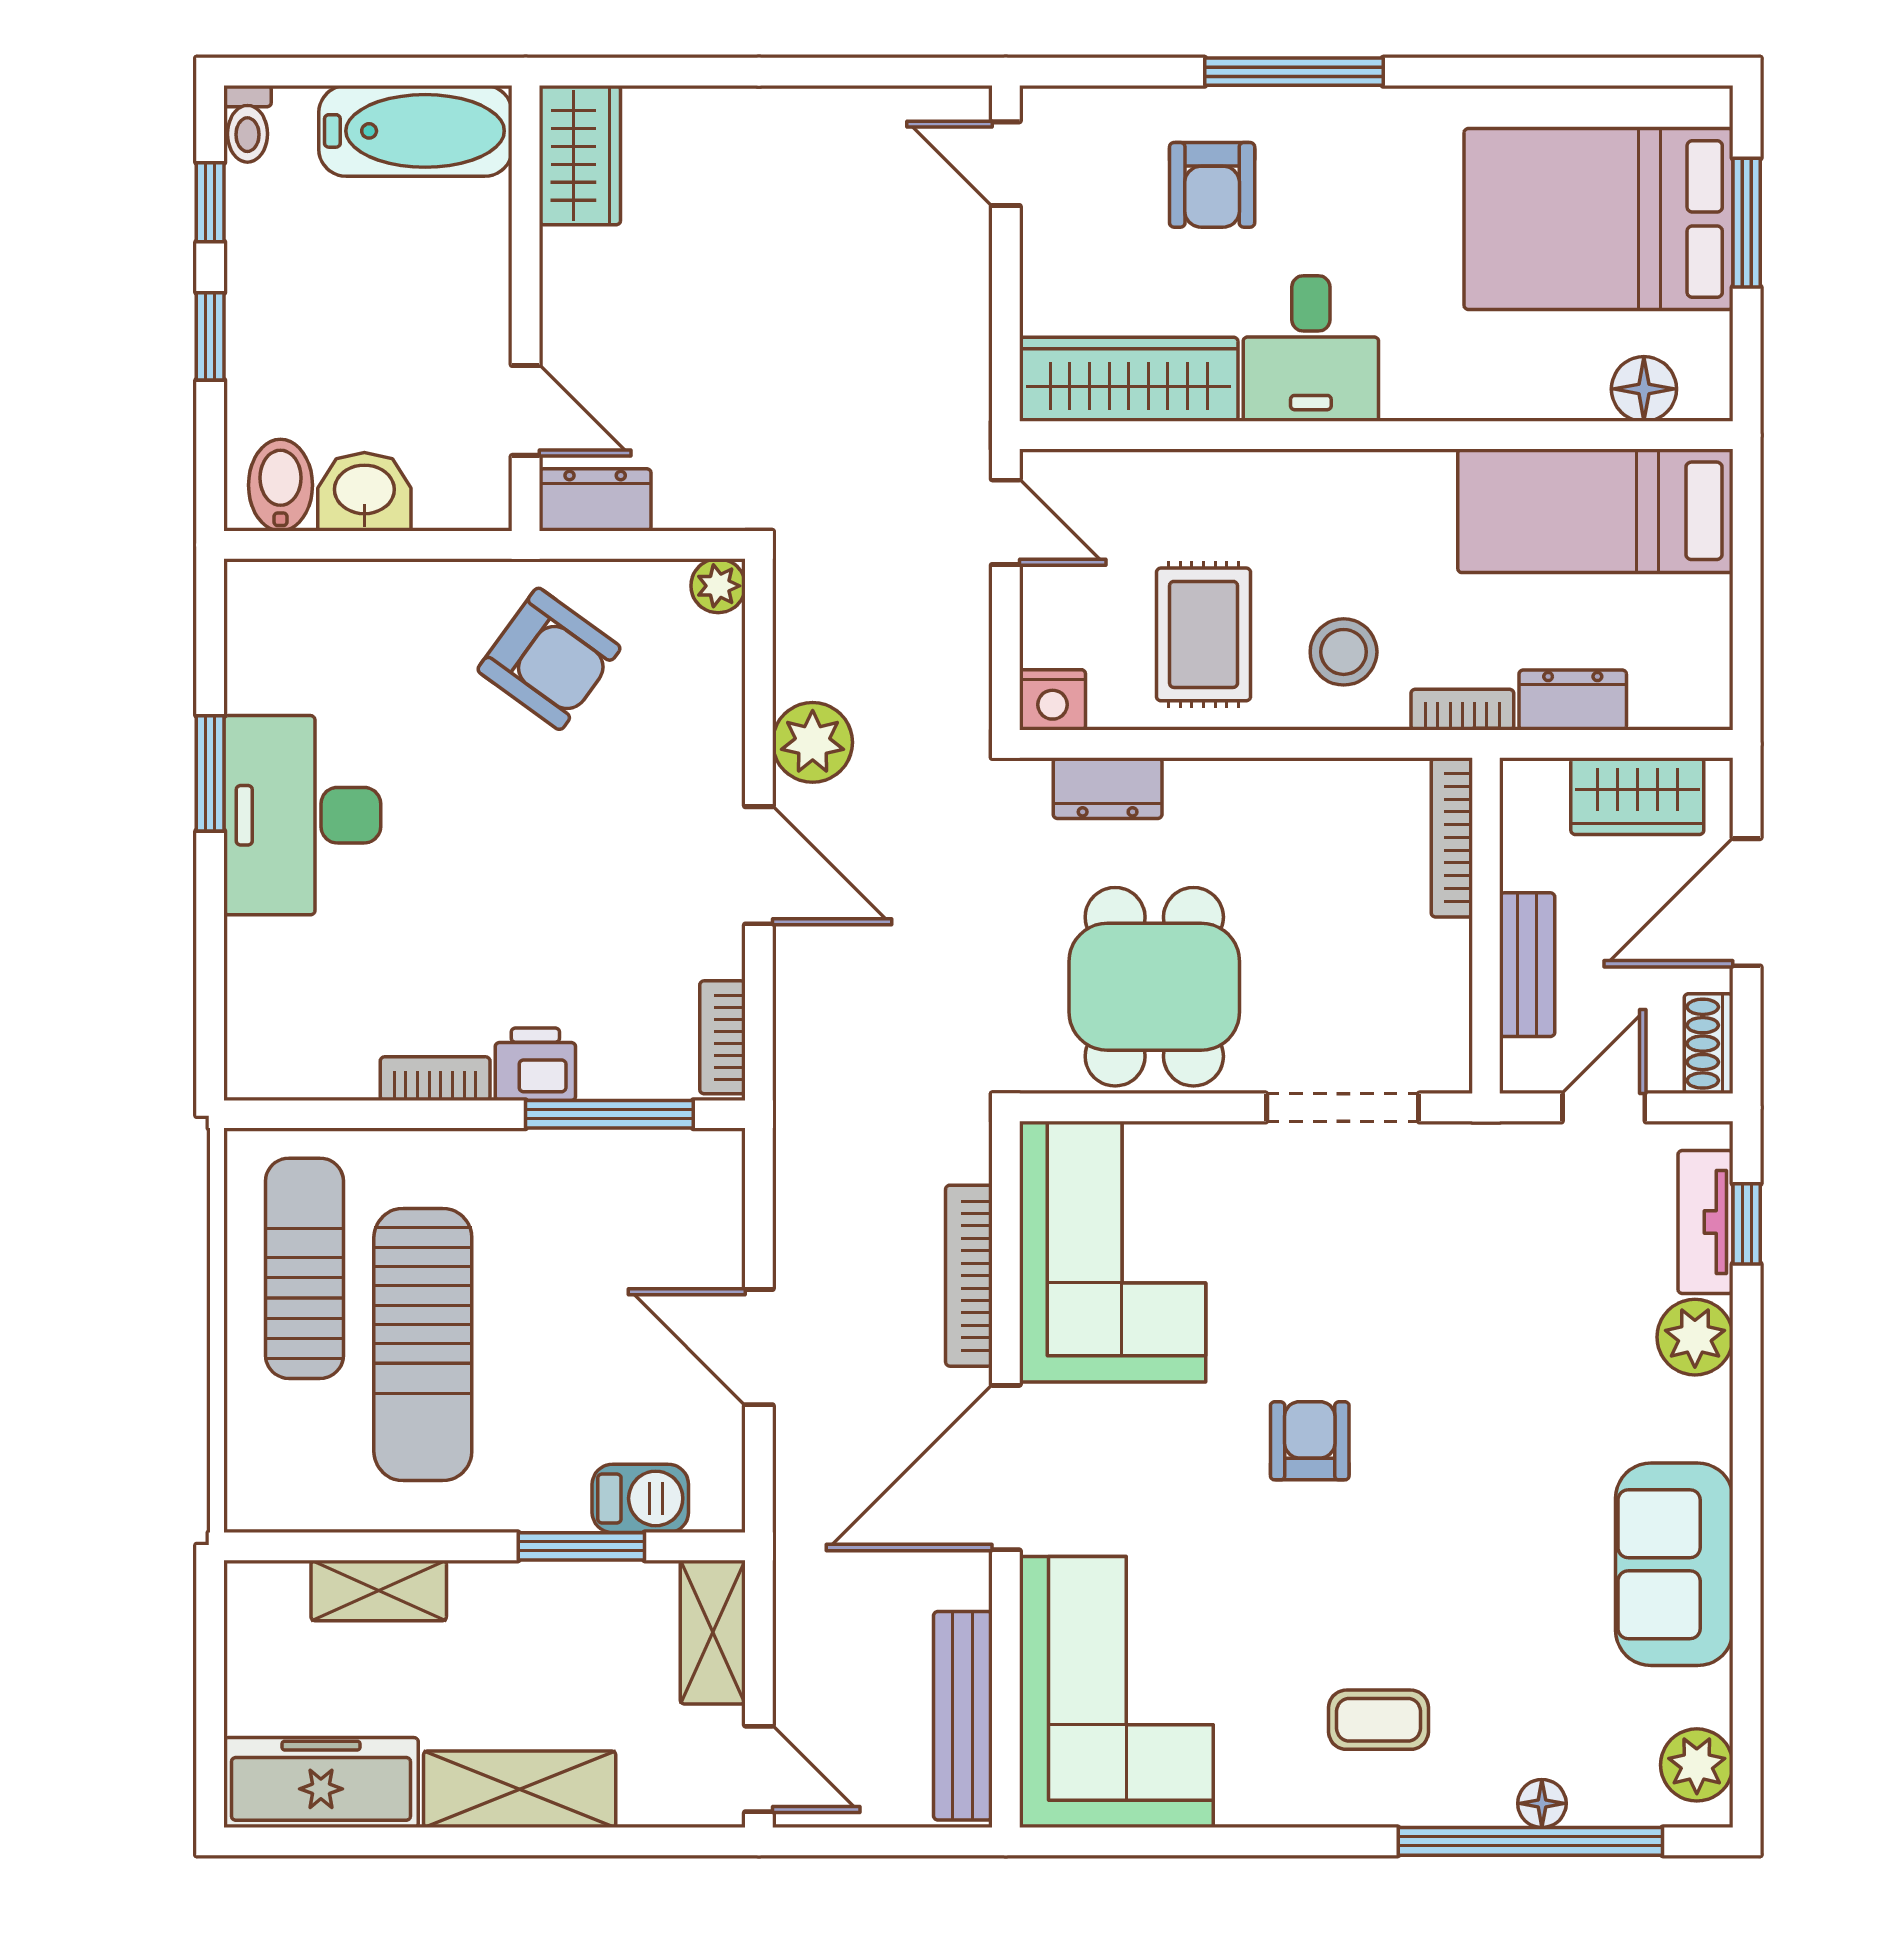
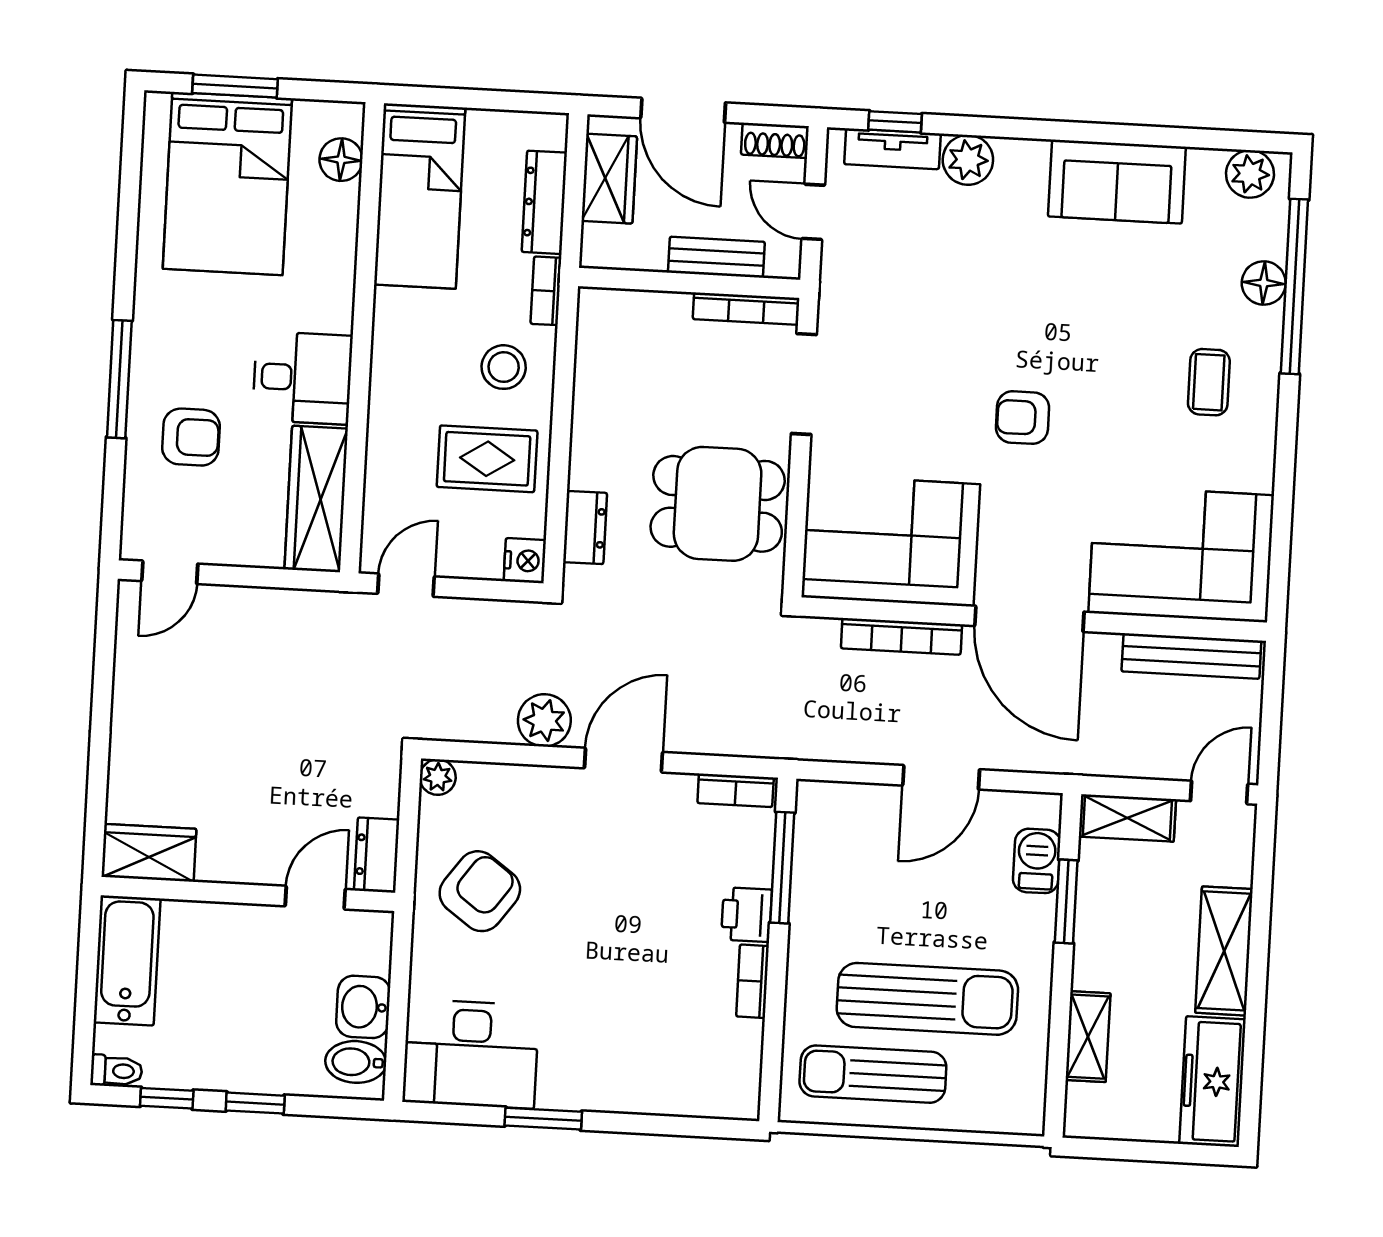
dresser: (1573, 700) -> (544, 202), width x1.44
desk: (302, 815) -> (471, 1054), moved
bookcase: (1452, 837) -> (746, 309), moved
floor lamp: (1542, 1803) -> (1264, 283), width x1.37, depth x1.37

